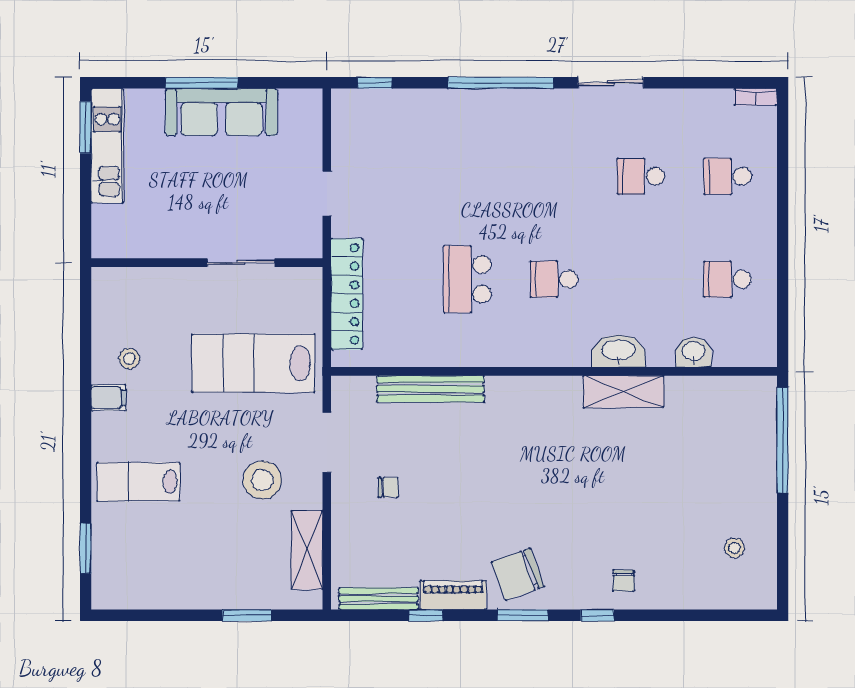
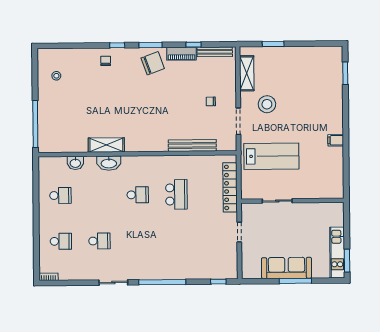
stool: (129, 359) -> (327, 158), removed
lab bench: (138, 482) -> (322, 103), removed

